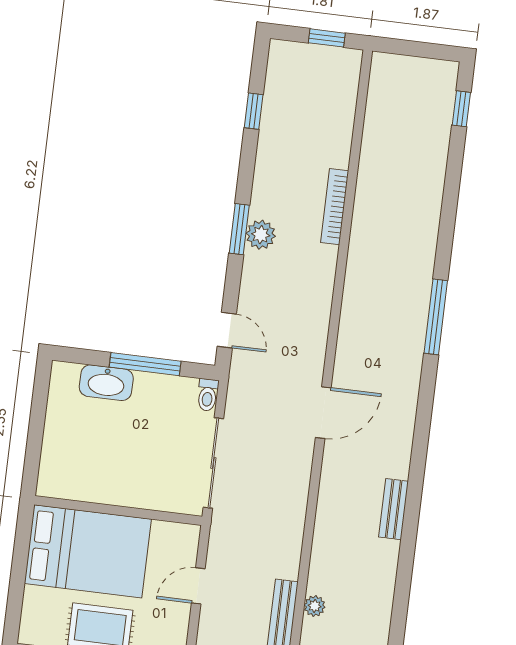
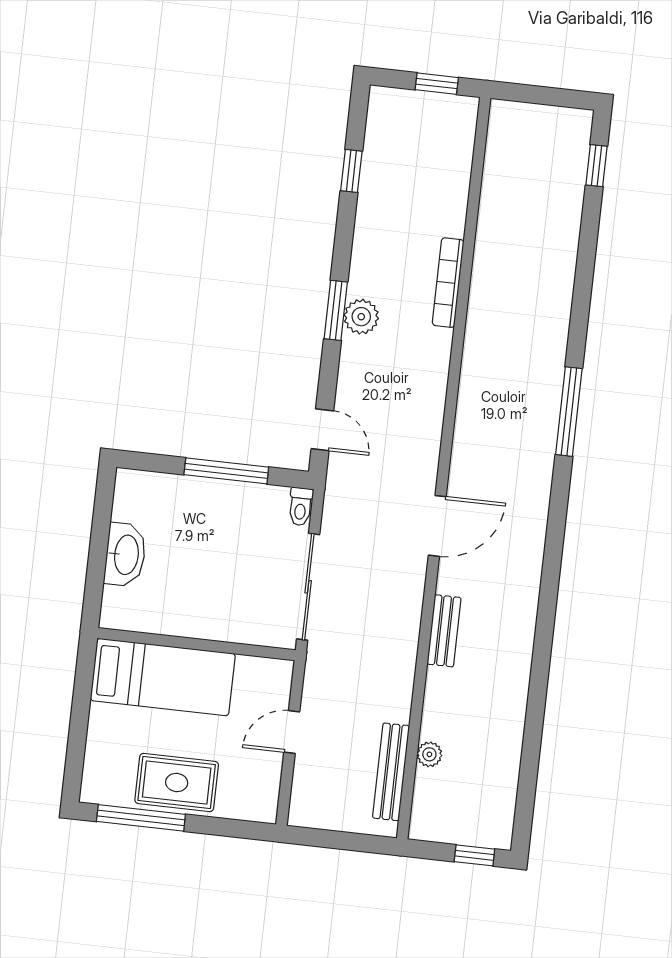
washbasin: (106, 383) -> (125, 555), moved, turned -90
bench: (394, 509) -> (444, 631), moved
bed: (88, 551) -> (163, 677), width x0.67

